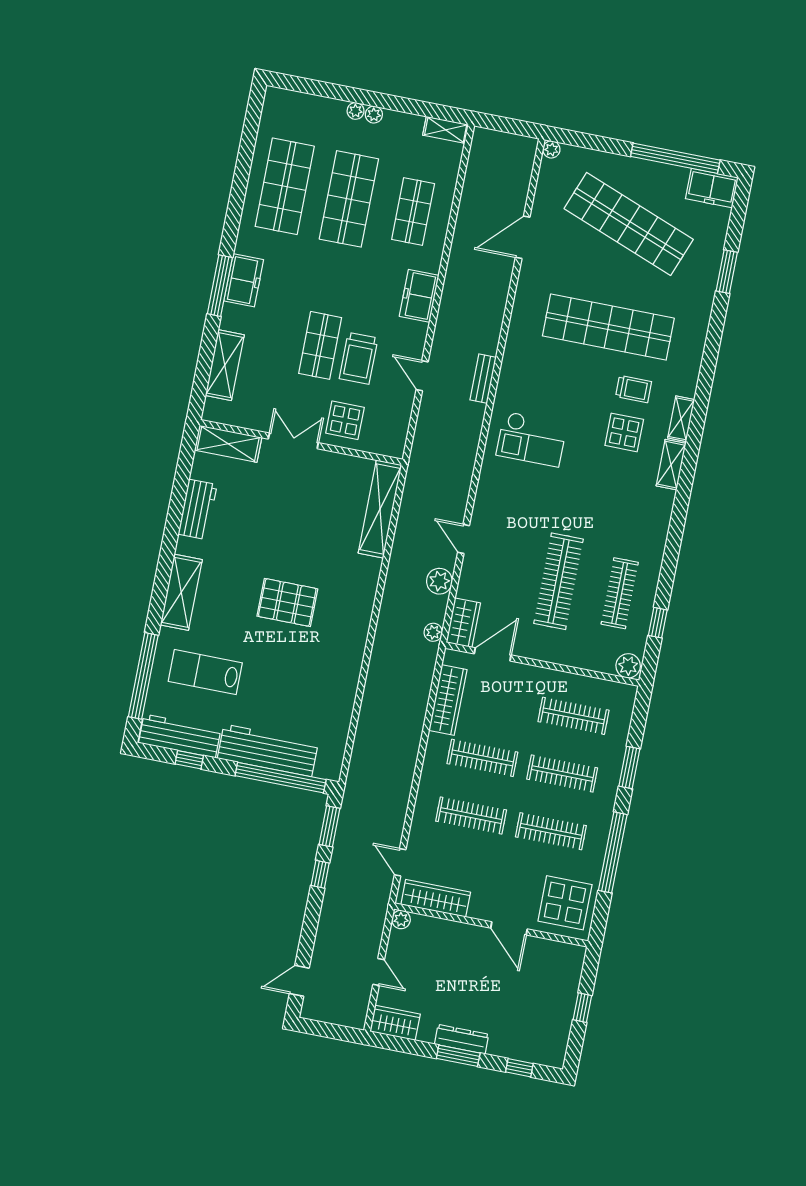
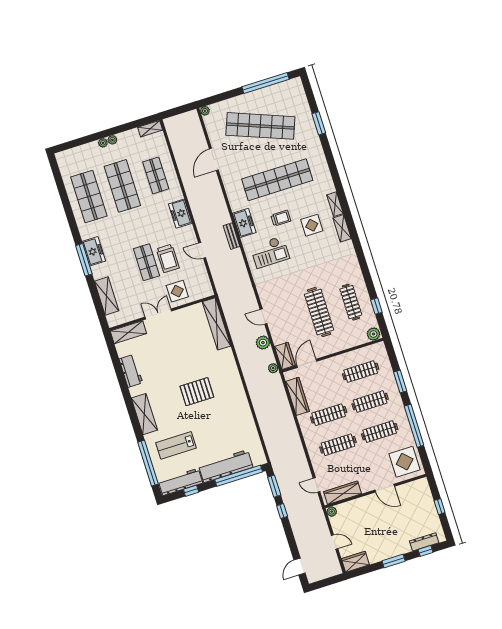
freezer: (712, 188) -> (244, 223), moved, turned -90
trolley: (634, 389) -> (281, 218), moved
dresser: (462, 1039) -> (424, 542), moved

